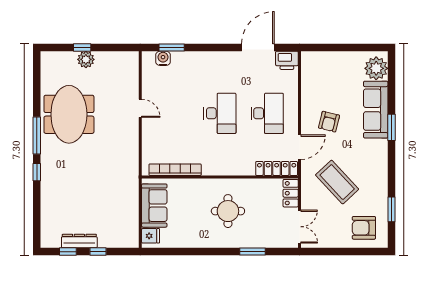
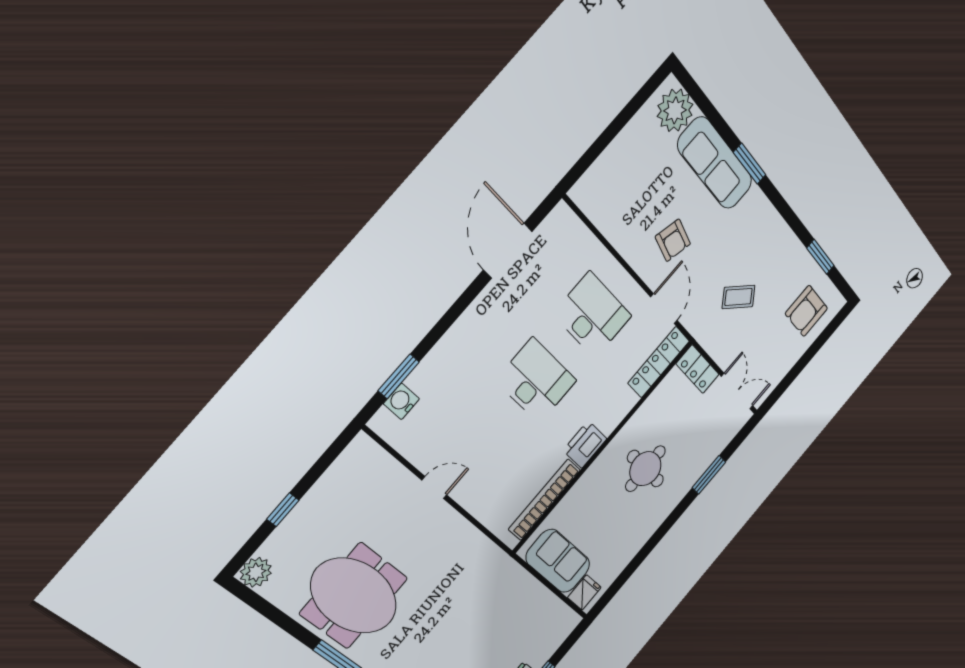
plant: (86, 59) -> (256, 572), moved
printer: (287, 60) -> (585, 445), moved, turned 180
coffee table: (337, 182) -> (739, 297), width x0.54, depth x0.58

